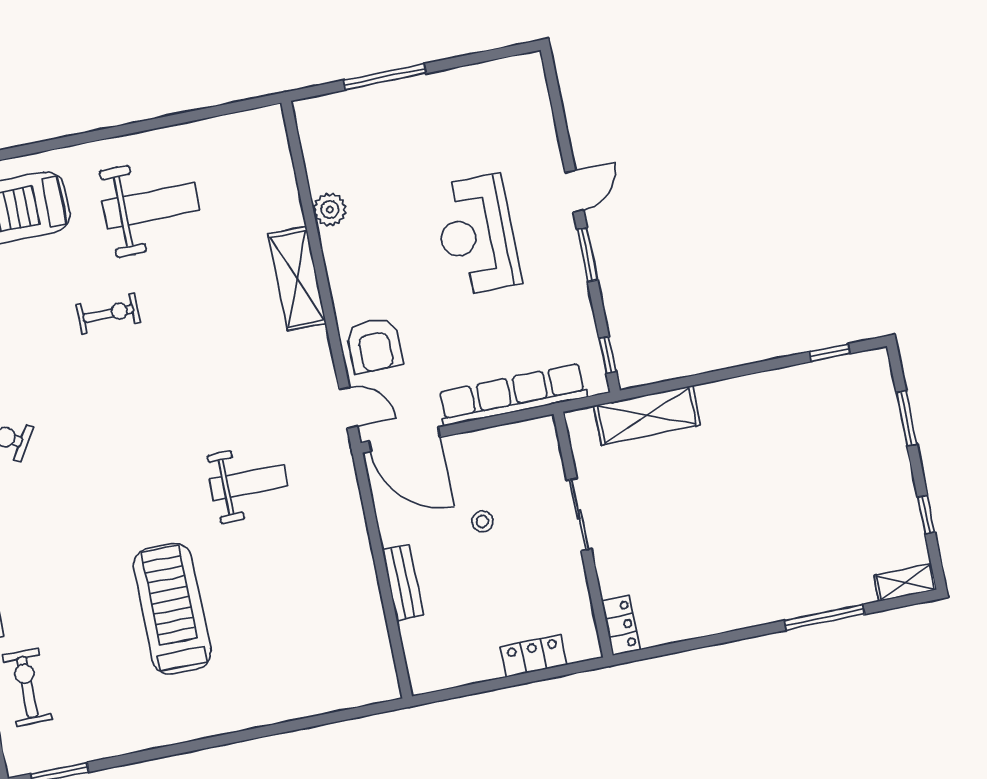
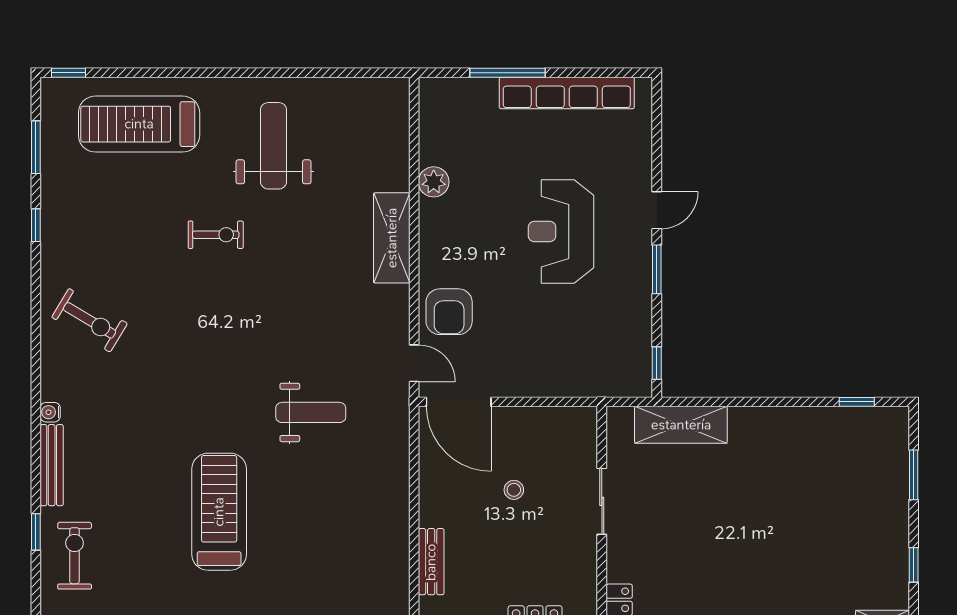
weight bench: (151, 206) -> (273, 146), turned -90
row of seats: (513, 395) -> (567, 93), moved, turned 180
bench: (403, 583) -> (431, 562), moved

